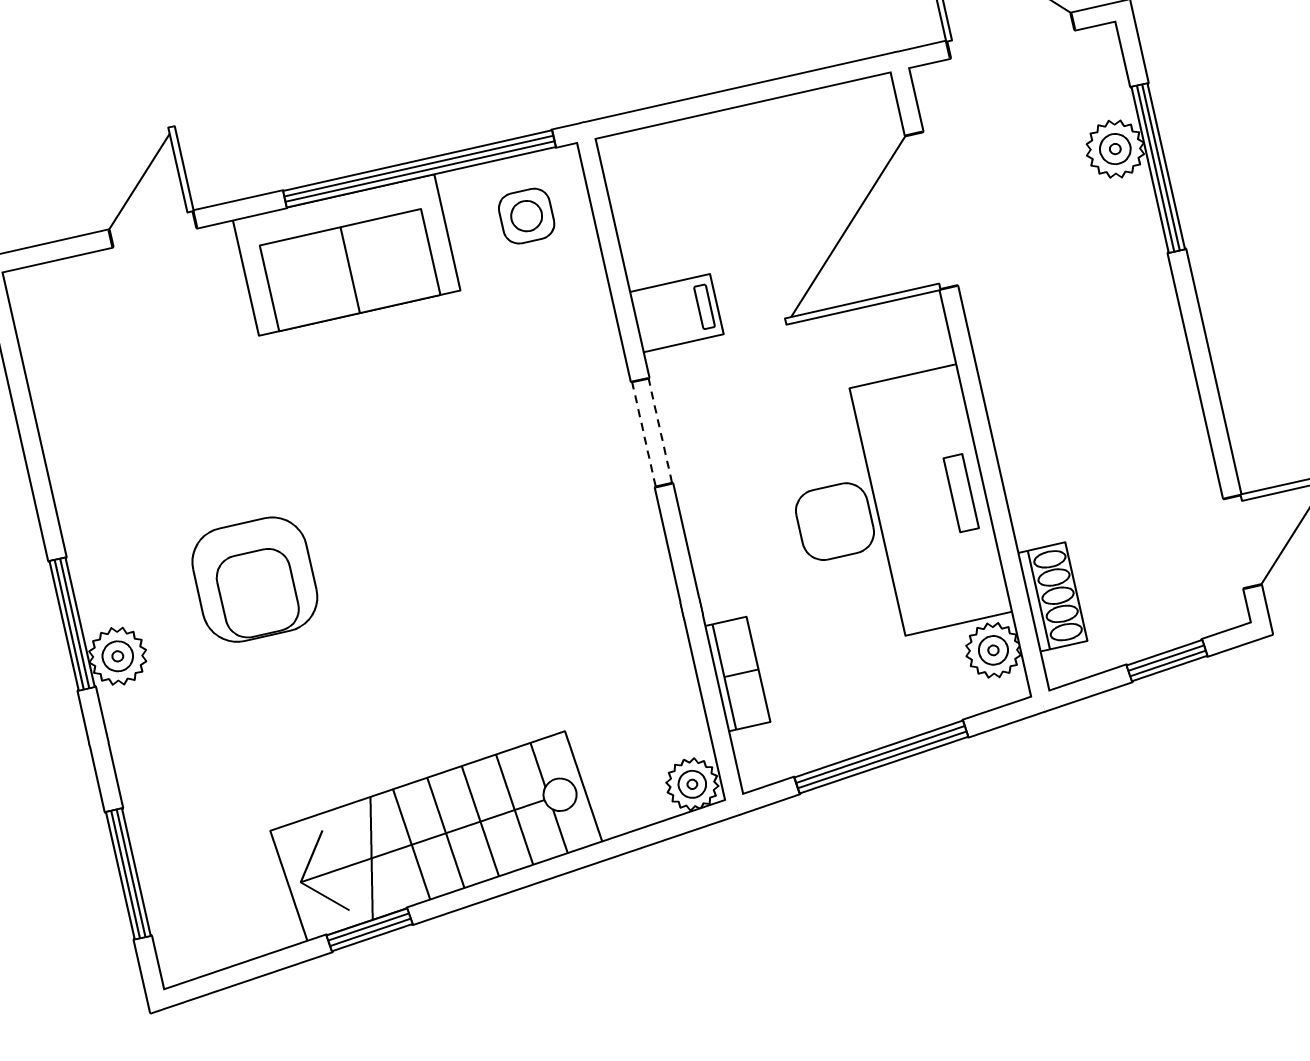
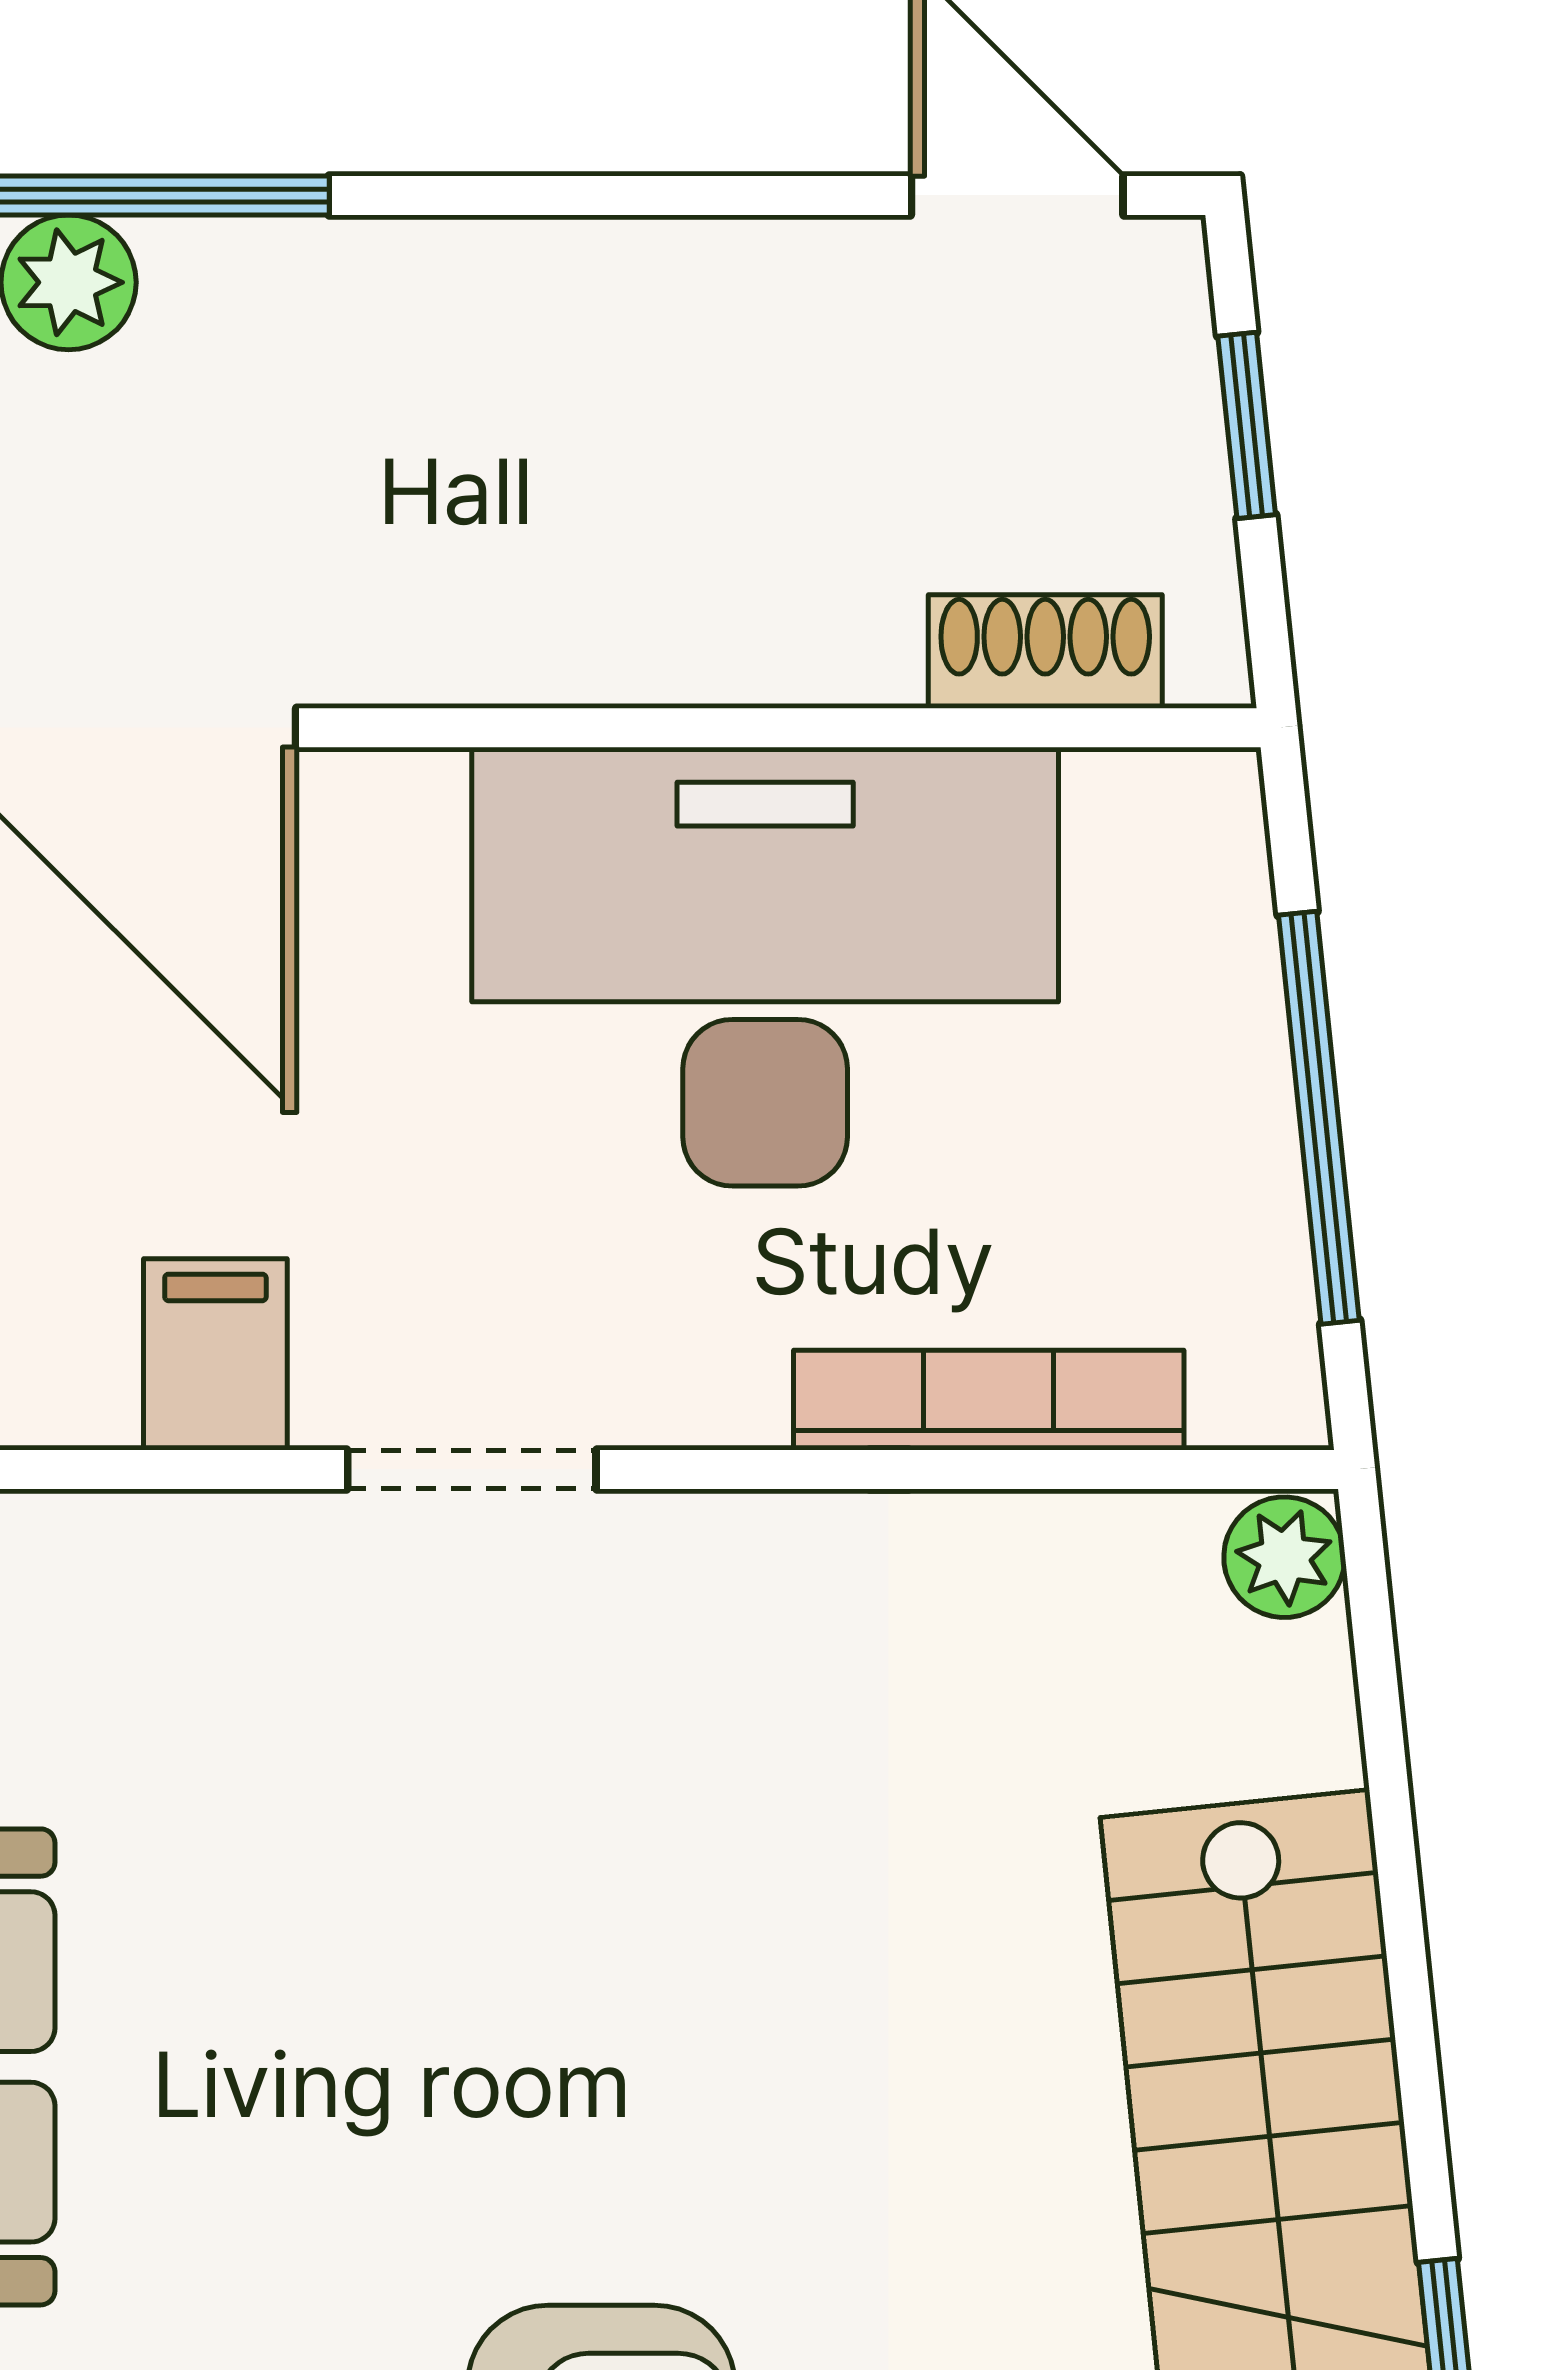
plant: (993, 650) -> (1135, 811), removed
bookcase: (737, 674) -> (989, 1400), width x1.56

